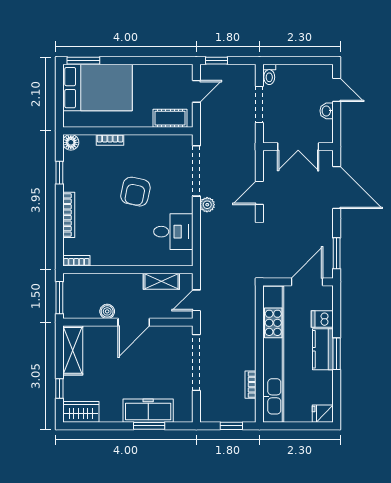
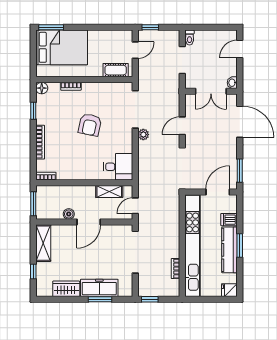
door: (337, 90) -> (240, 49), swing flipped
washbasin: (327, 111) -> (232, 83), moved
desk: (173, 232) -> (118, 167), moved
kitchen counter: (323, 349) -> (229, 250), width x1.50
wardrobe: (81, 412) -> (66, 289), moved
window: (231, 426) -> (150, 299), moved

